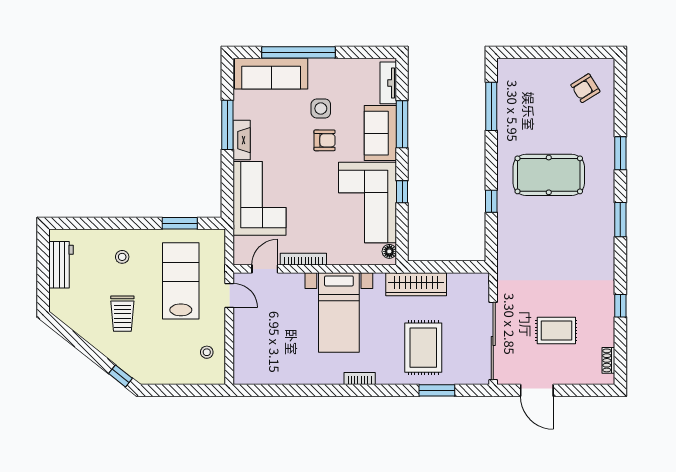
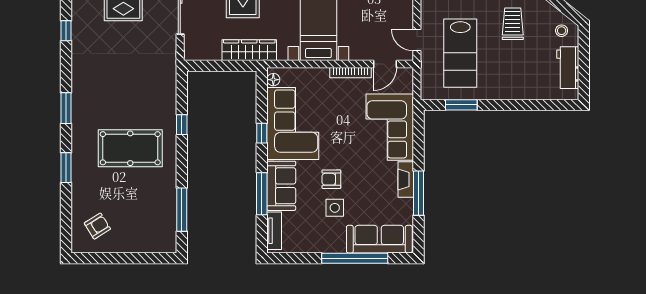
stool: (122, 257) -> (562, 31), moved

